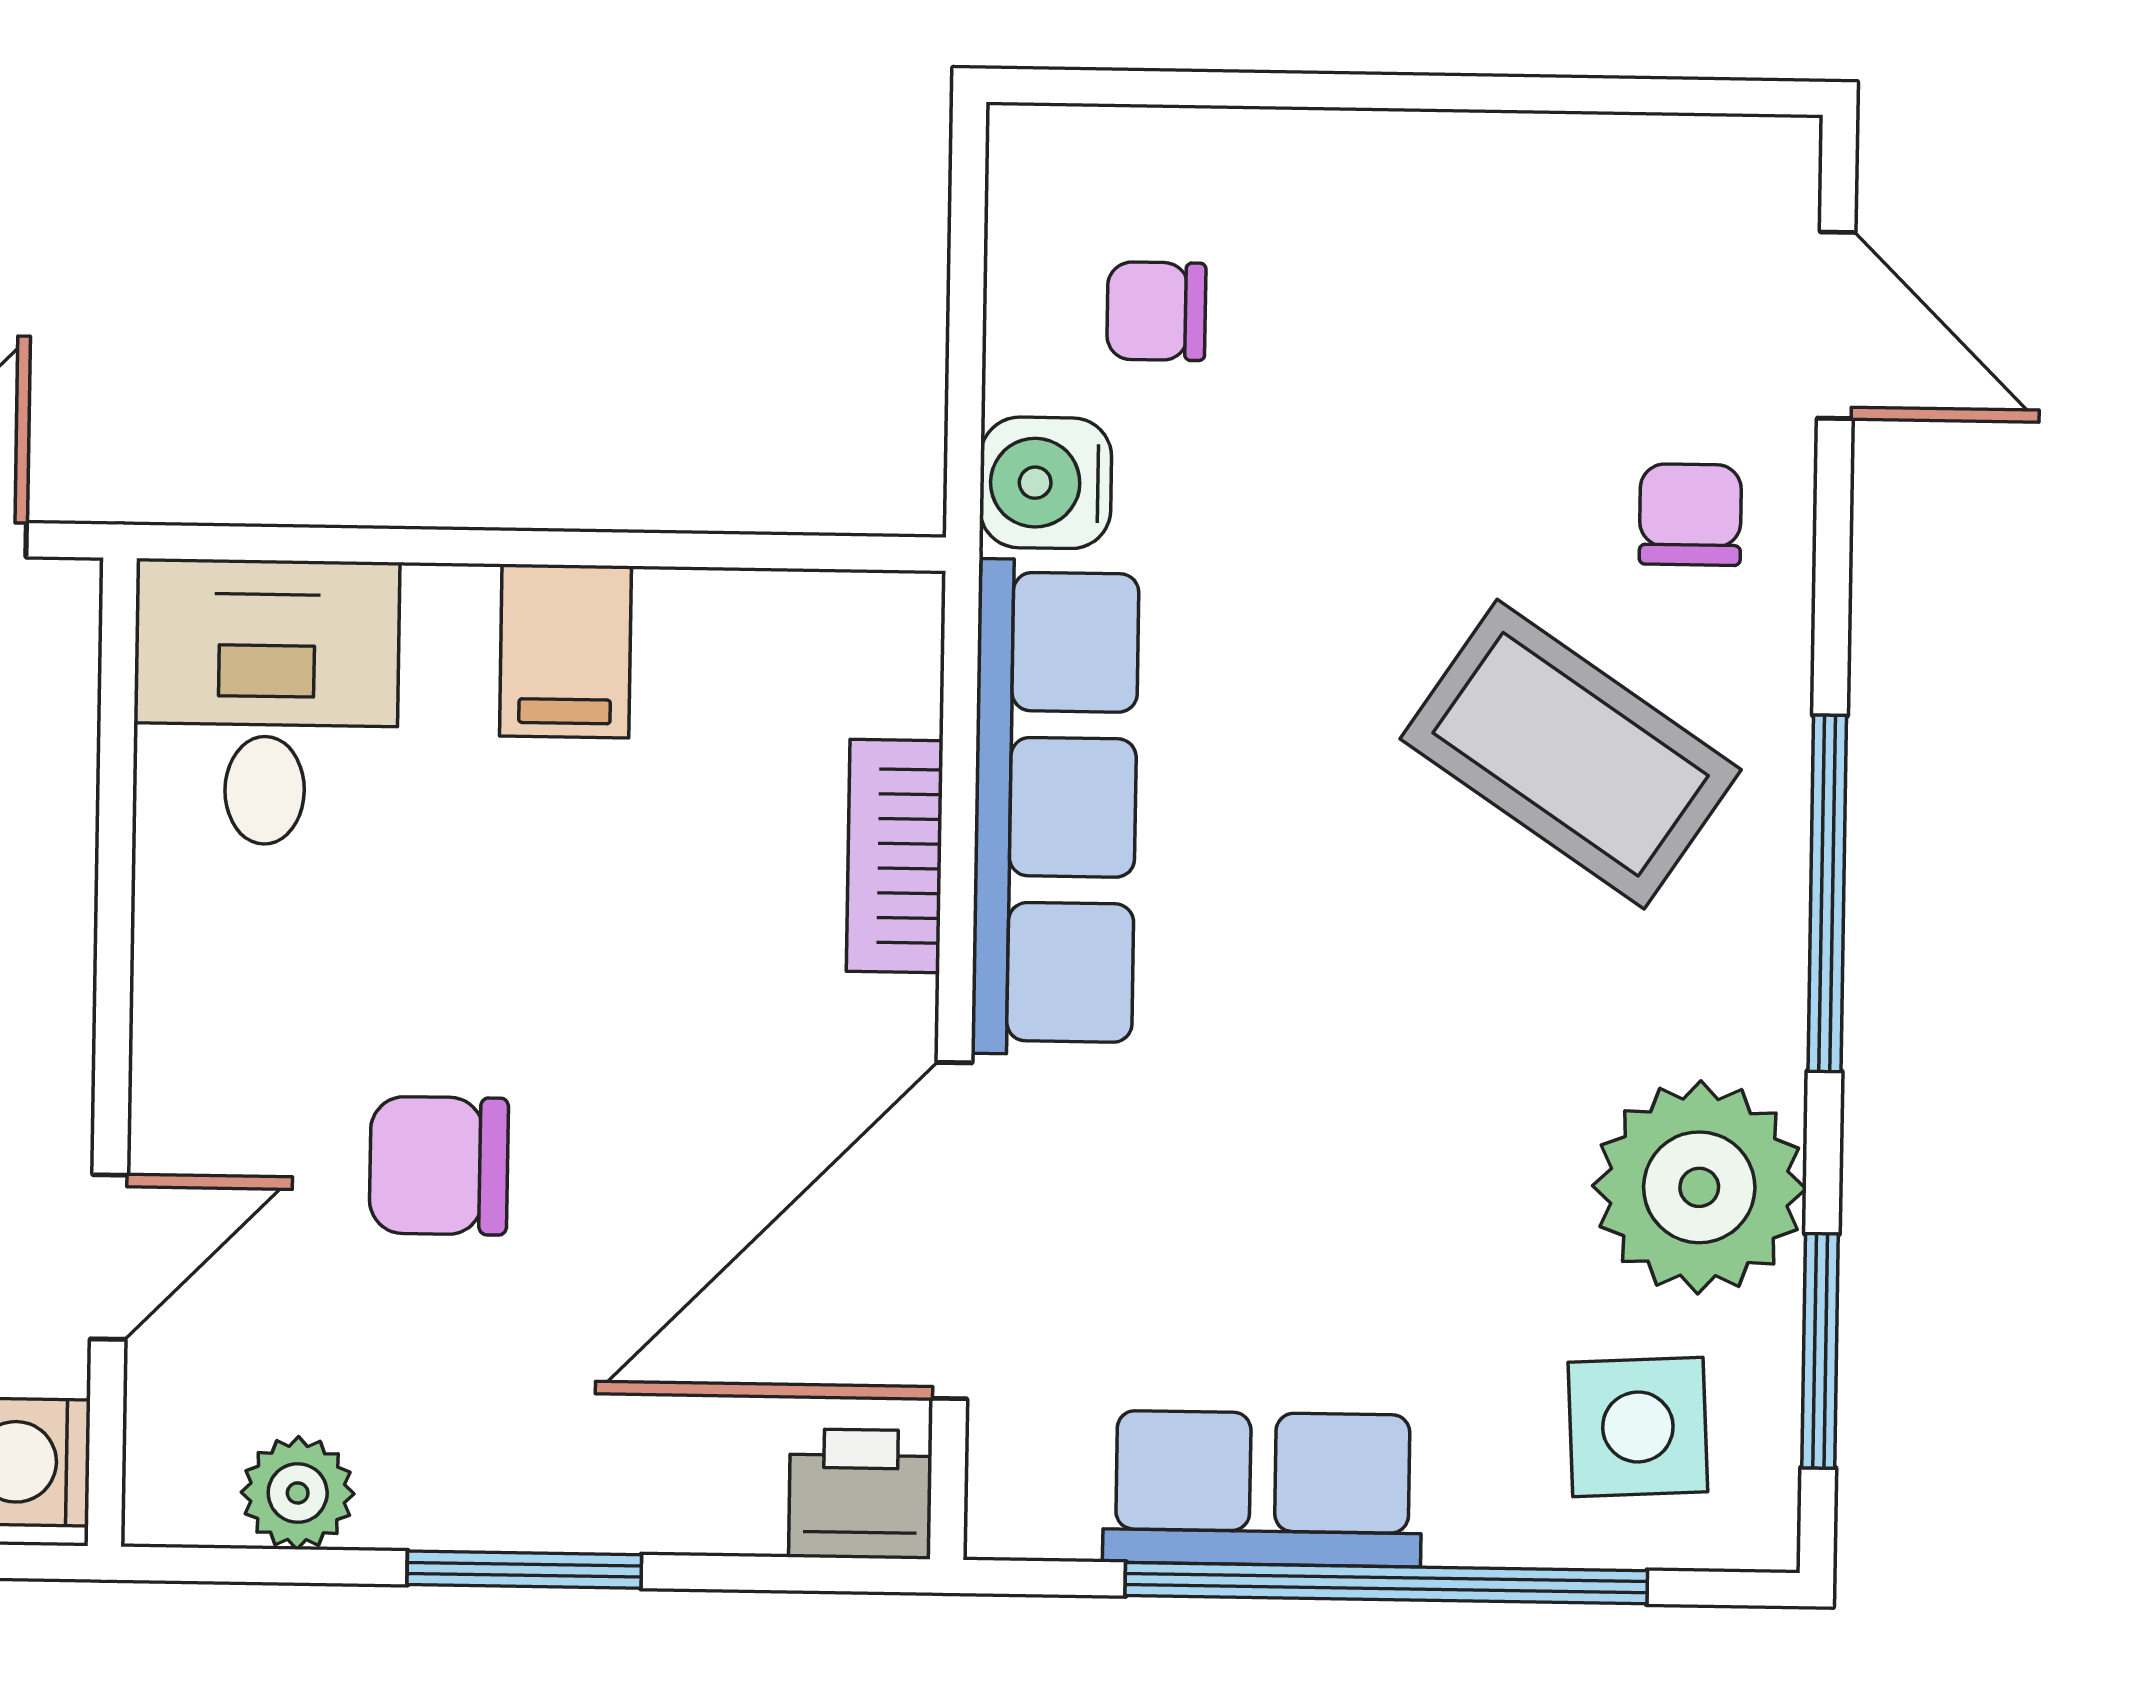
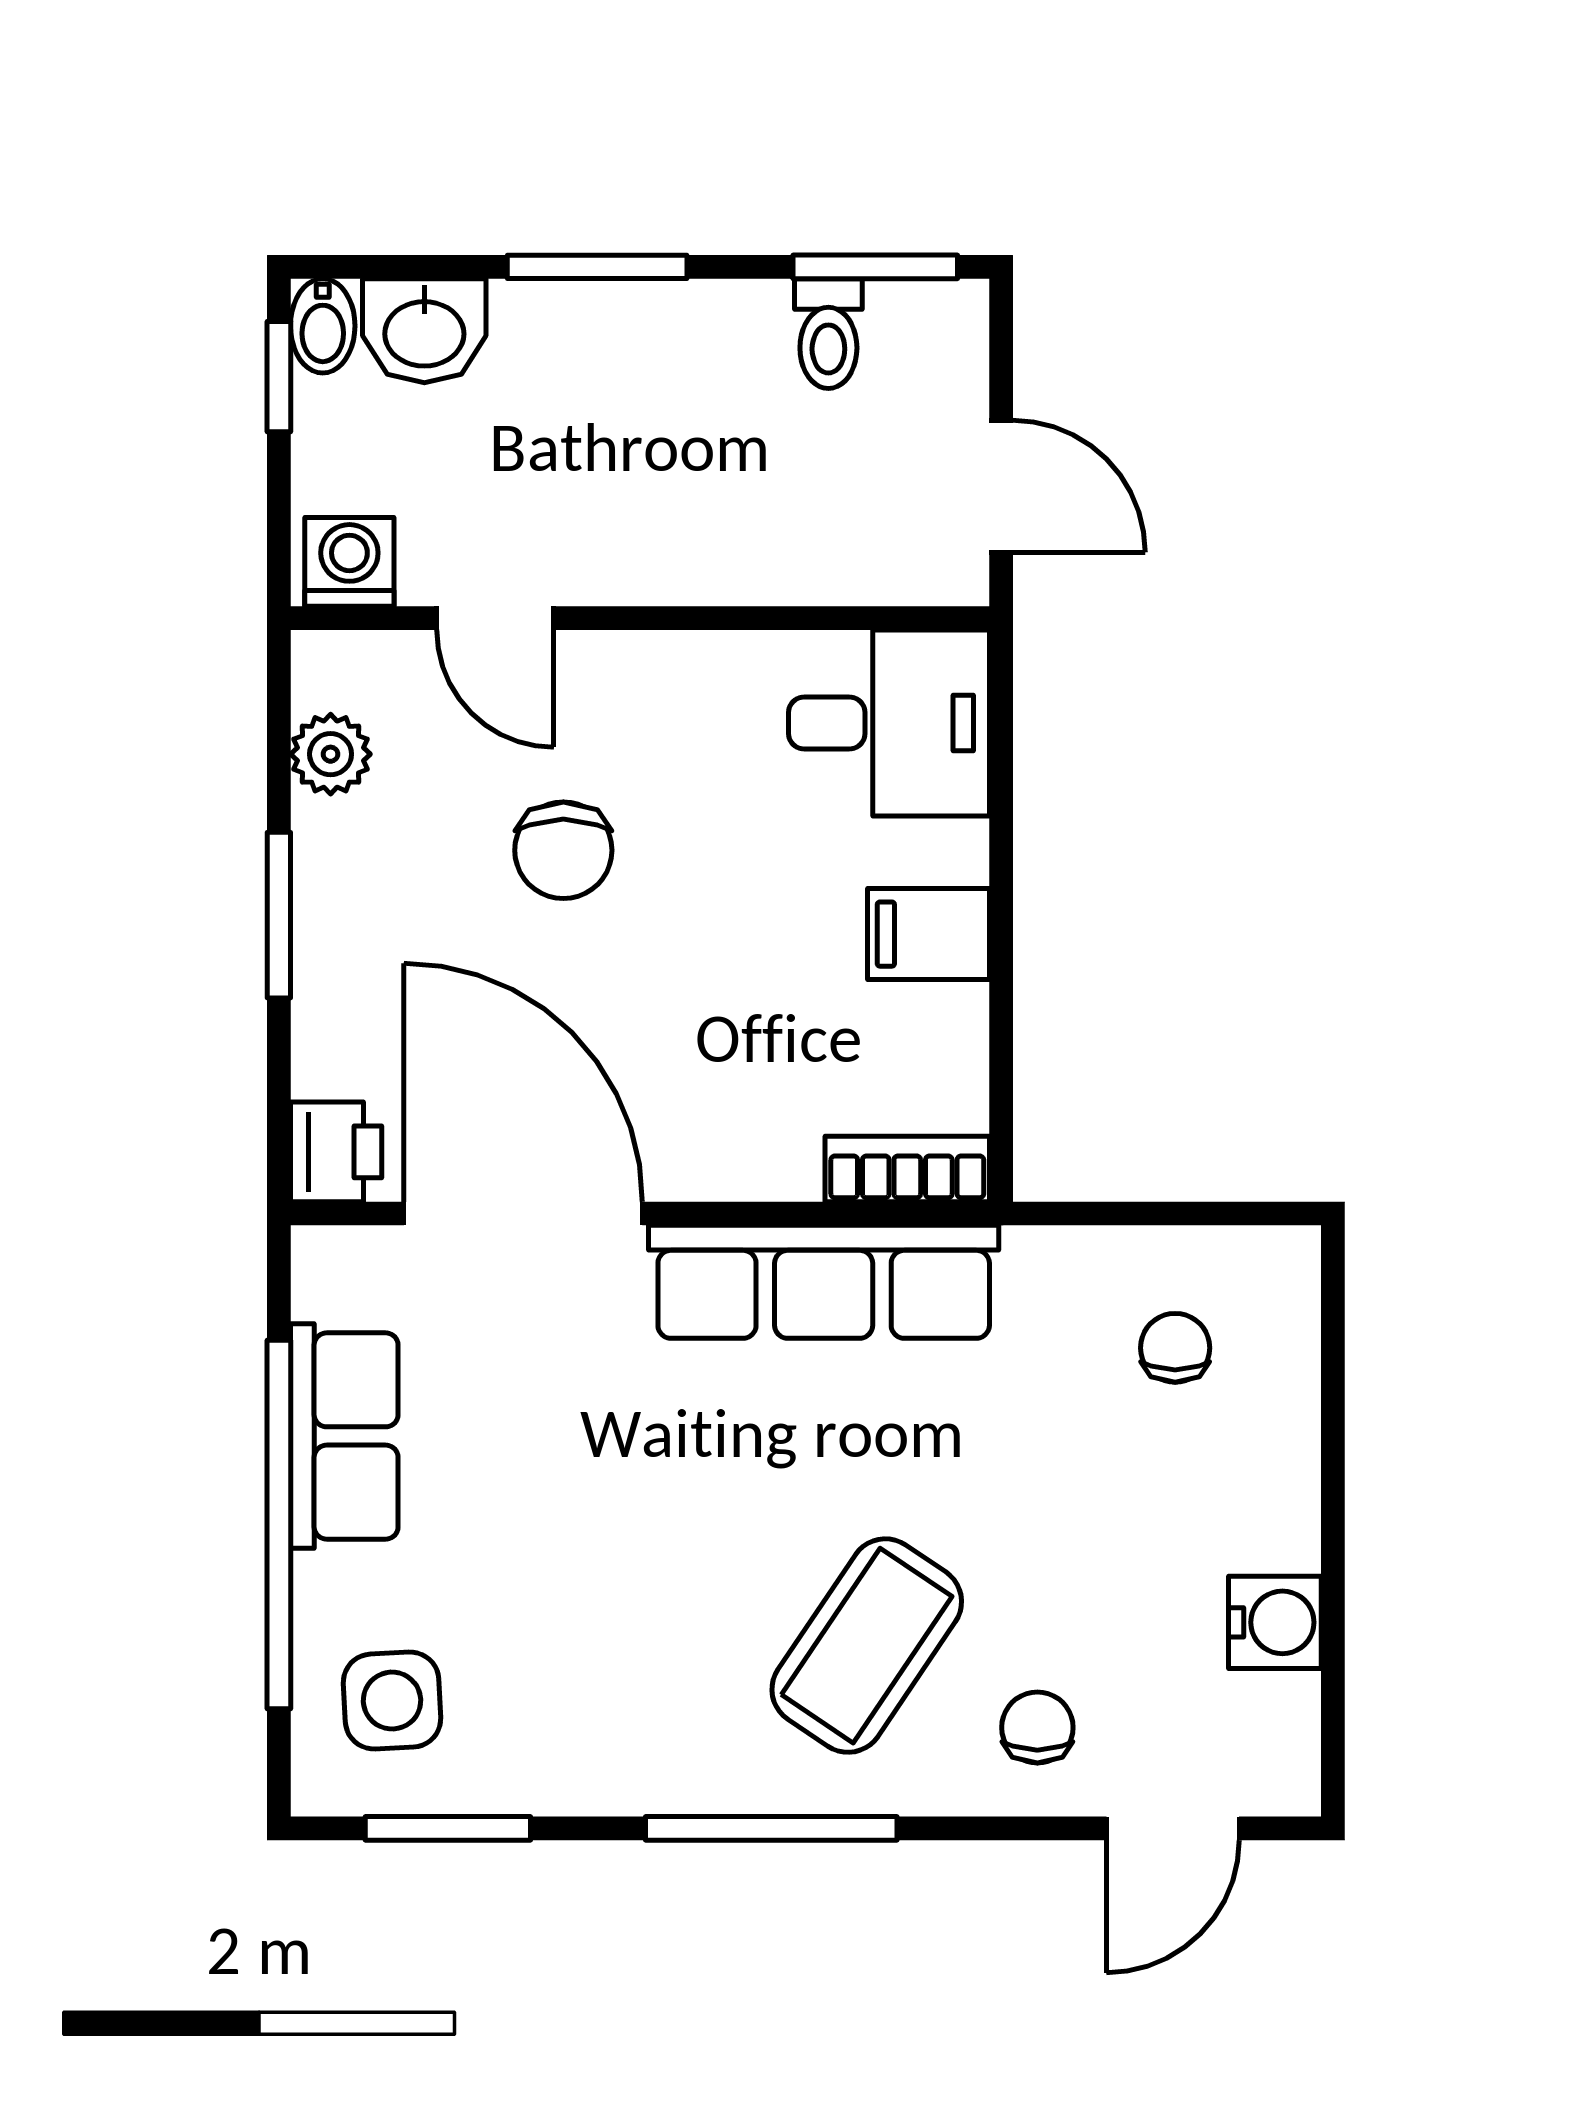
water cooler: (1046, 483) -> (1275, 1622), moved, turned 90
chair: (1690, 515) -> (1037, 1727), turned -90
bookcase: (895, 856) -> (907, 1169), moved
chair: (439, 1166) -> (563, 850), turned 180
plant: (1699, 1187) -> (562, 1741), removed

